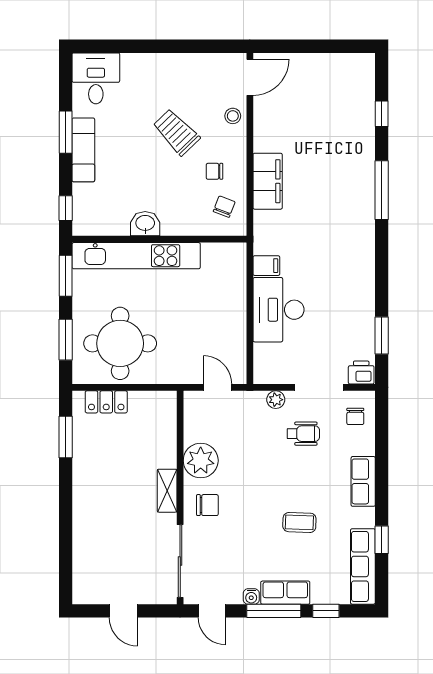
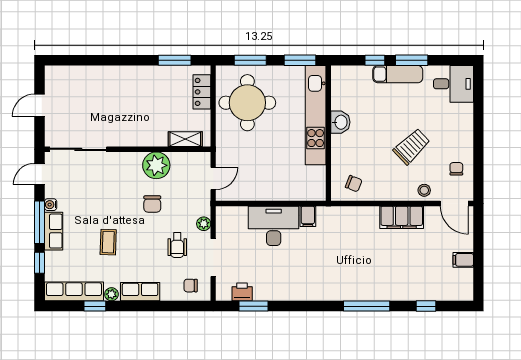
filing cabinet: (322, 66) -> (463, 260), added
chair: (214, 171) -> (456, 169), moved
filing cabinet: (268, 181) -> (402, 217), moved
window: (66, 208) -> (375, 60), moved
printer: (361, 373) -> (242, 292), moved, turned -90
shelving: (167, 491) -> (185, 139), moved
chair: (207, 505) -> (152, 204), moved
plant: (366, 518) -> (111, 294), added

